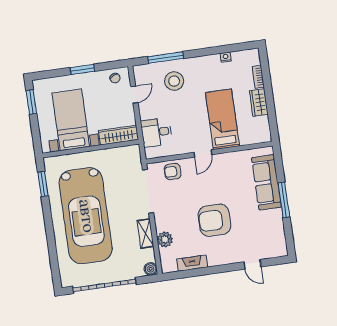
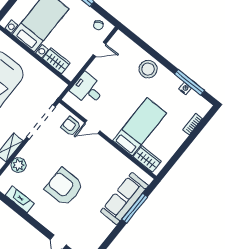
window: (166, 58) -> (190, 82), moved
stool: (174, 81) -> (148, 69), moved
wardrobe: (259, 102) -> (147, 159), moved, turned 90
wardrobe: (119, 135) -> (56, 61), width x0.67
door: (203, 153) -> (92, 127), moved
window: (284, 200) -> (135, 208), moved

